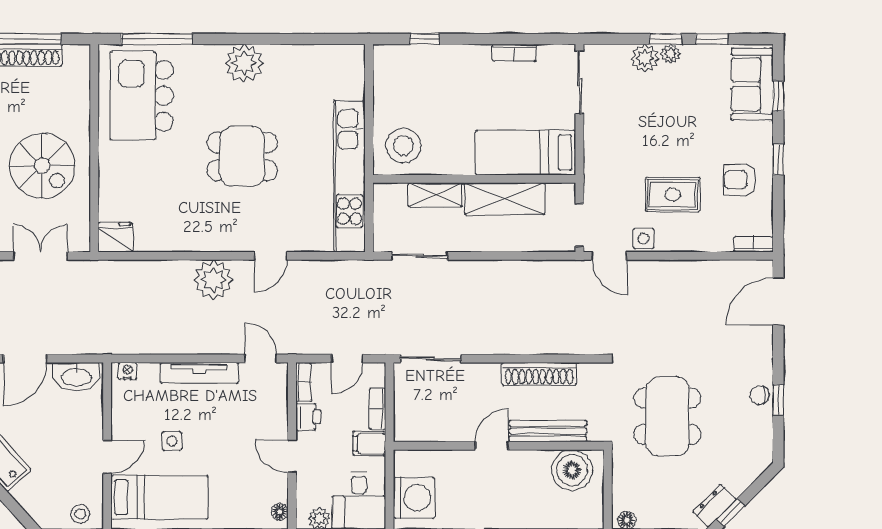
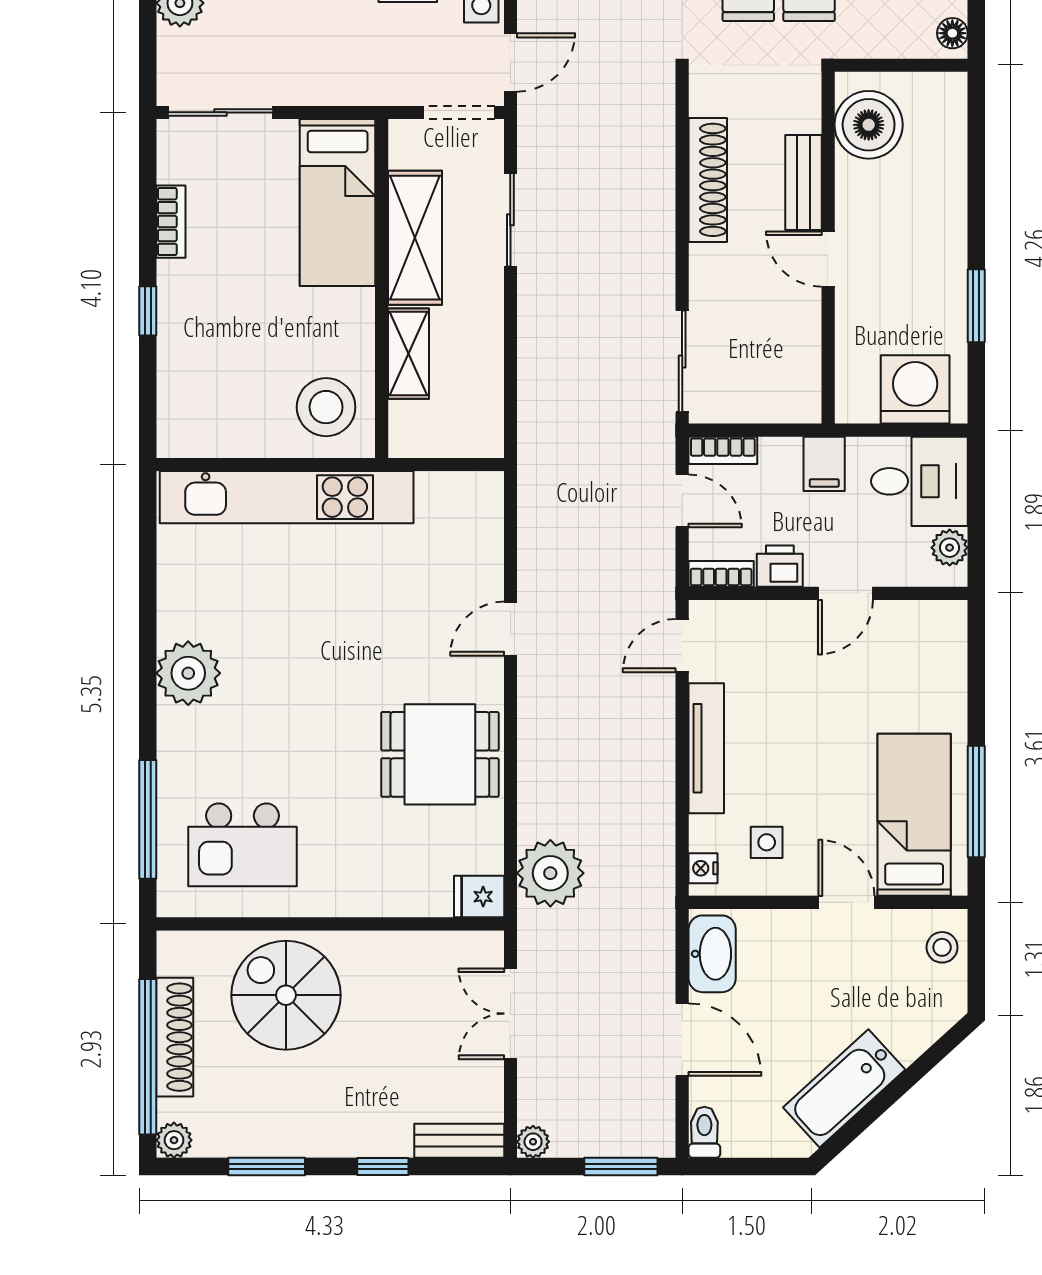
window: (424, 39) -> (148, 311), moved
kitchen island: (142, 96) -> (243, 845), width x0.73, depth x0.78
dining table: (242, 156) -> (440, 754), moved, turned 90
spiral stairs: (42, 166) -> (286, 995), moved, turned -90
kitchen unit: (349, 176) -> (287, 497), moved
fridge: (115, 237) -> (479, 897), width x0.72
door: (271, 256) -> (510, 629), swing flipped
sliding door: (420, 256) -> (510, 220), moved
plant: (213, 280) -> (550, 873), moved
bookcase: (377, 409) -> (723, 450), moved
bench: (548, 431) -> (804, 182), width x0.73
side table: (172, 441) -> (767, 842), moved
floor lamp: (280, 512) -> (938, 614), removed

